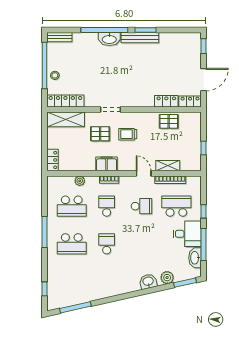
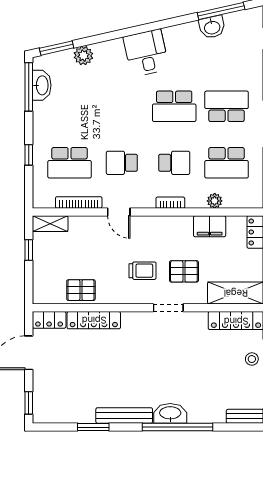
window: (146, 30) -> (93, 427), moved
locker: (166, 101) -> (94, 320), width x1.53
filing cabinet: (107, 164) -> (210, 226), moved
shelving: (168, 166) -> (50, 224), moved
school desk: (72, 206) -> (227, 163), turned 180
school desk: (107, 206) -> (174, 163), turned -90
desk: (187, 234) -> (146, 53), moved, turned 77
school desk: (107, 244) -> (174, 106), width x1.85
window: (204, 245) -> (29, 87), moved
washbasin: (148, 282) -> (212, 27), moved

